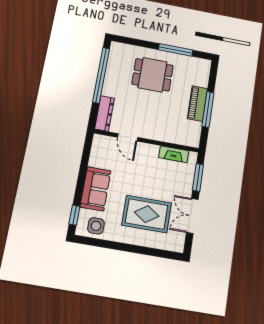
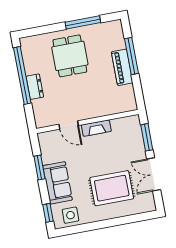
dining table: (153, 75) -> (70, 56), turned 90
window: (208, 109) -> (132, 56), moved
dresser: (105, 114) -> (35, 87), moved, width x0.70
fireplace: (174, 154) -> (96, 128), moved
window: (84, 167) -> (39, 167), added

